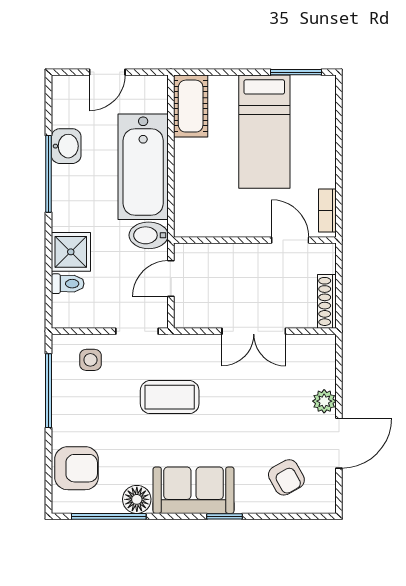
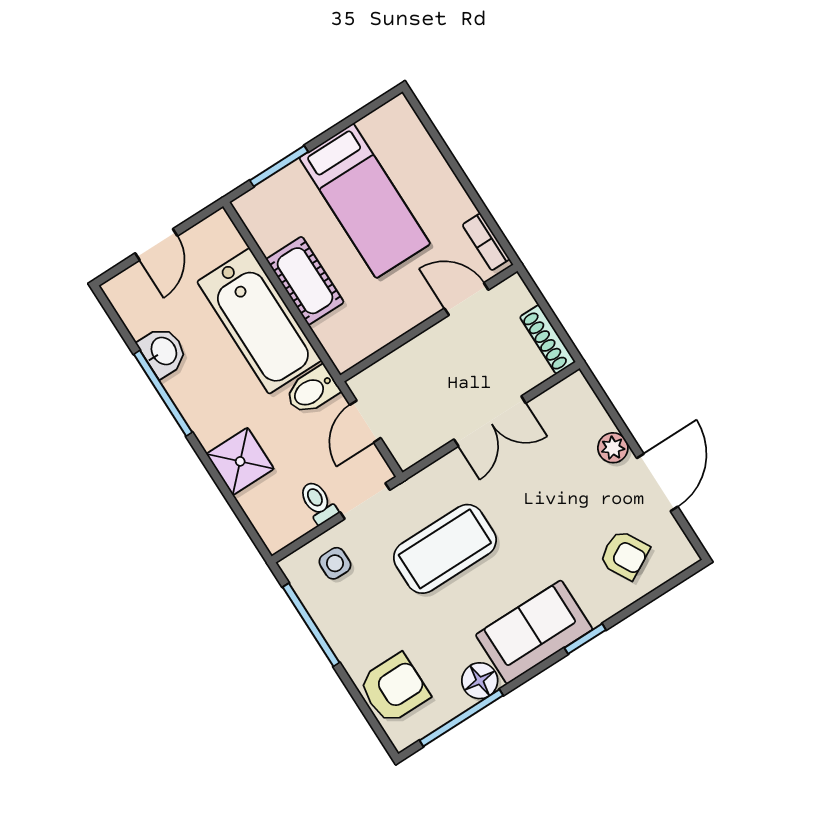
window: (296, 72) -> (279, 166), moved
cot: (191, 106) -> (305, 281), moved
toilet: (68, 284) -> (318, 502), moved, turned -90
coffee table: (170, 397) -> (445, 549), width x1.36, depth x1.32

